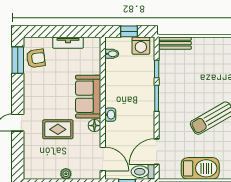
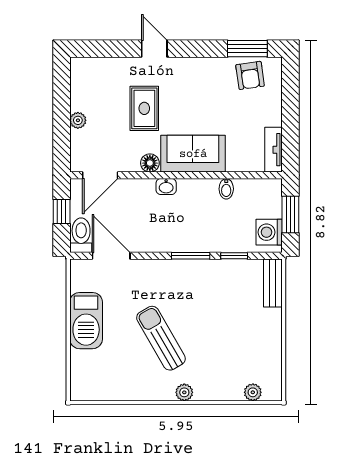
window: (129, 31) -> (290, 214), width x1.50
tv unit: (68, 43) -> (273, 150), moved
bidet: (112, 54) -> (226, 189), moved

